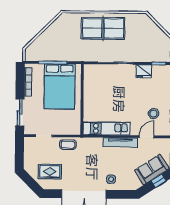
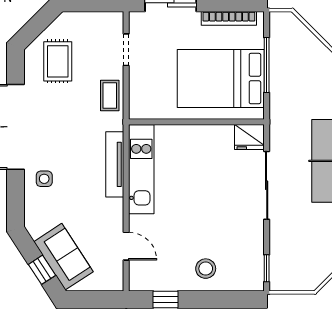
fridge: (144, 71) -> (249, 137), moved, turned -90
stool: (154, 114) -> (206, 269), moved
tv unit: (120, 142) -> (115, 164), moved

